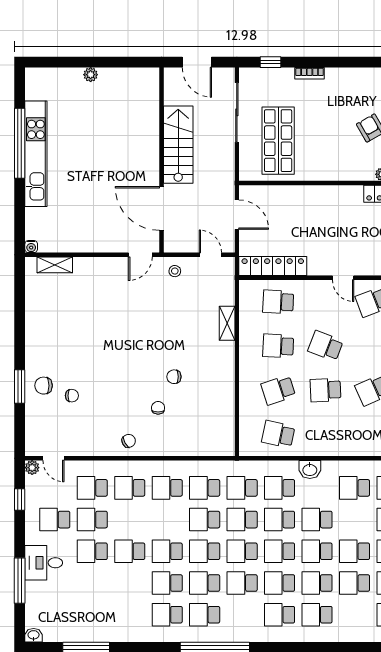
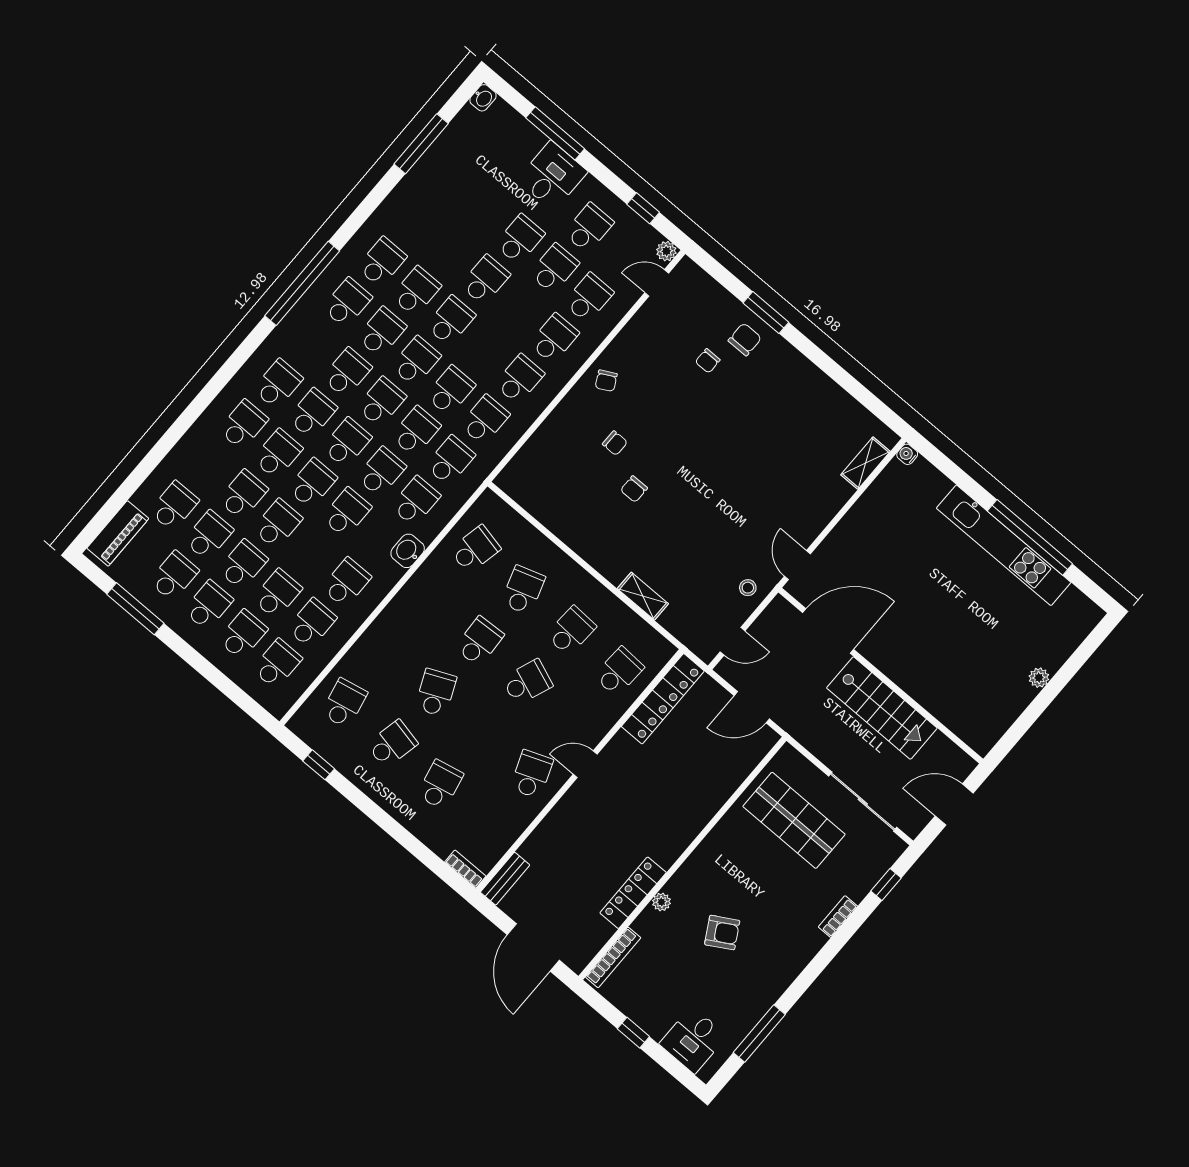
chair: (174, 377) -> (634, 489), turned 180

